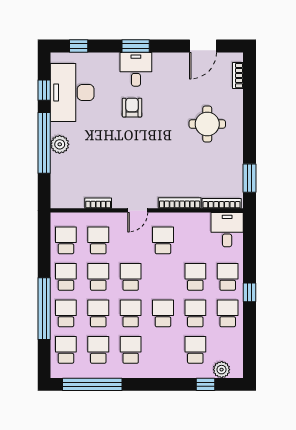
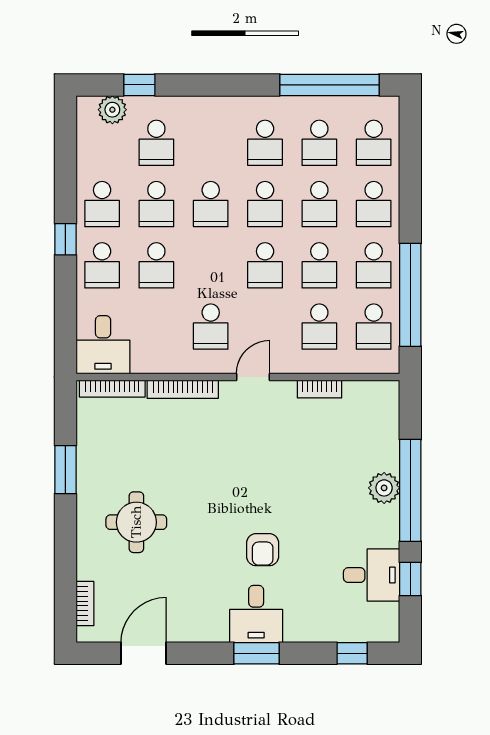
desk: (72, 92) -> (372, 575), width x0.53, depth x0.77
window: (249, 178) -> (65, 470), moved
window: (44, 309) -> (410, 295), moved

